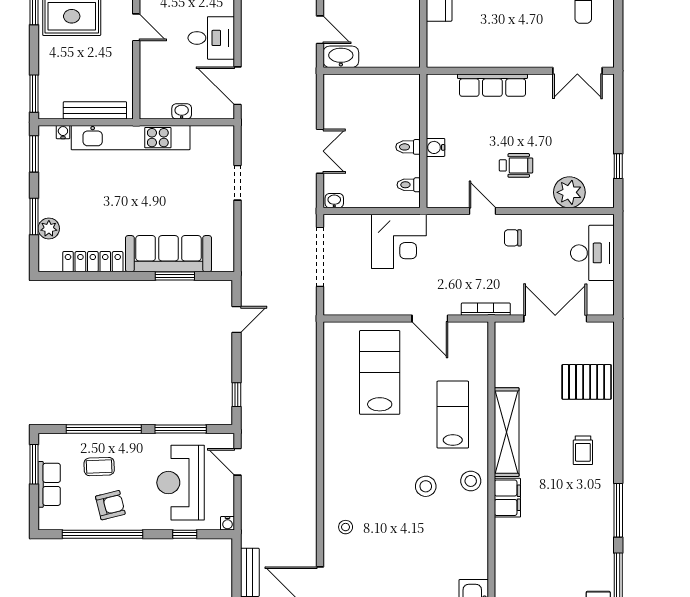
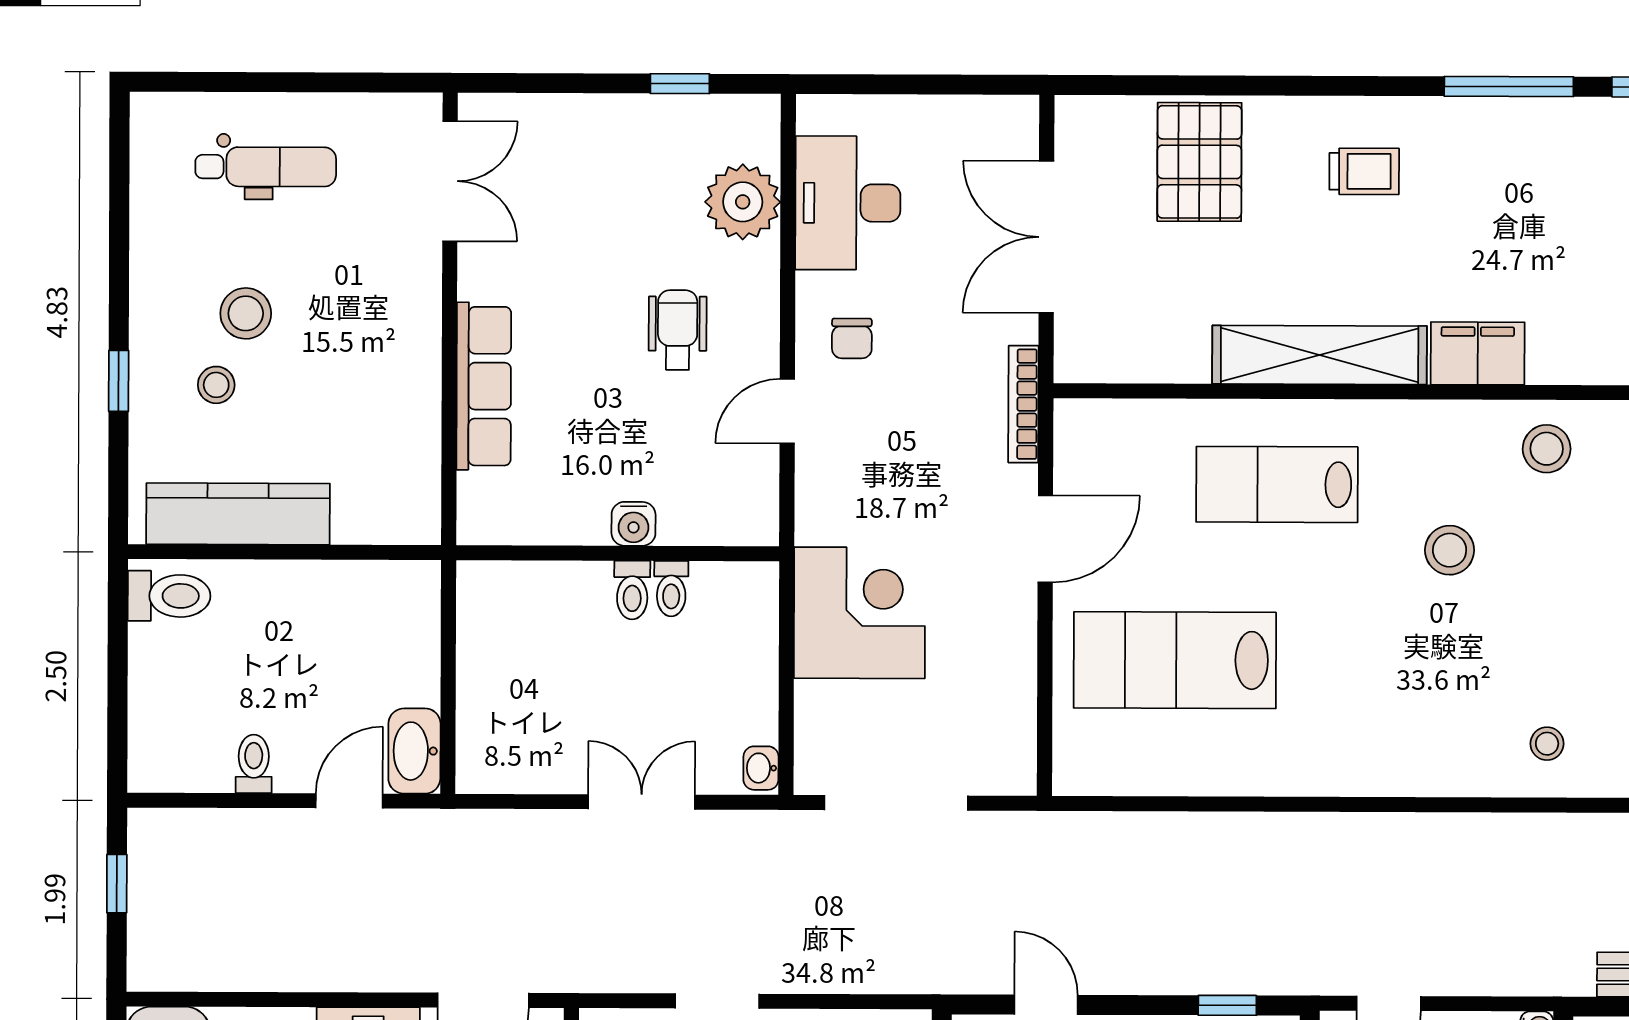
toilet: (409, 185) -> (671, 589), moved
desk: (592, 253) -> (848, 203), moved, turned -90
stool: (471, 481) -> (1547, 449), moved

